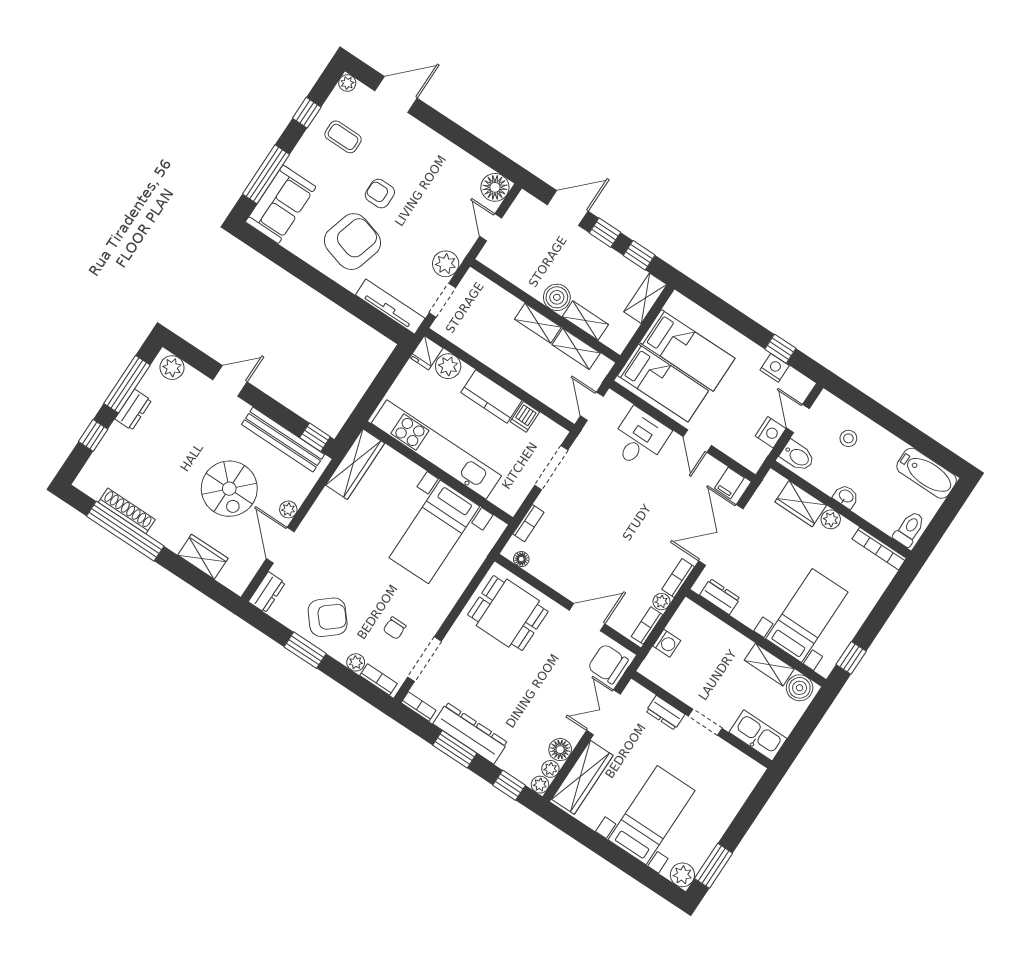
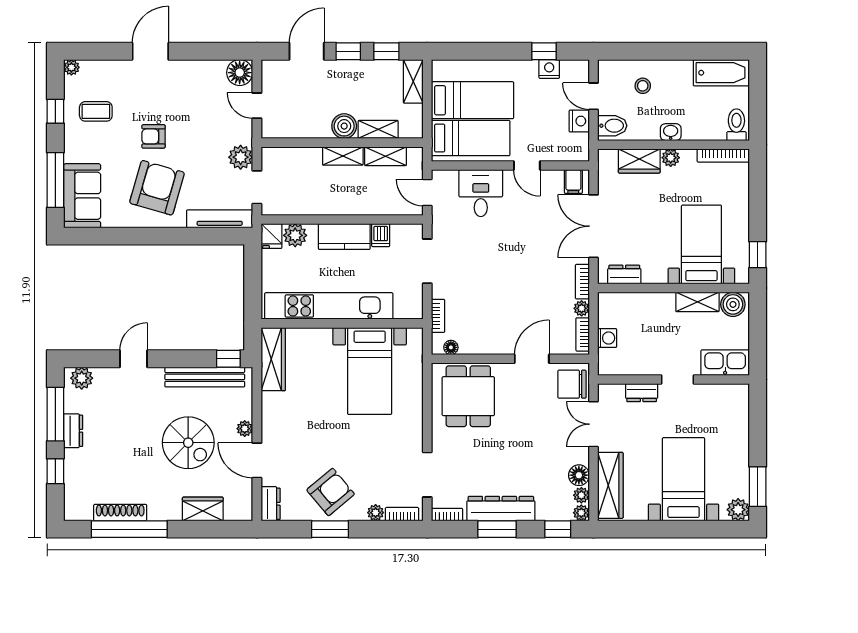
door: (396, 94) -> (150, 51), moved
dining table: (508, 613) -> (468, 396), turned 90
chair: (395, 628) -> (388, 466), removed

